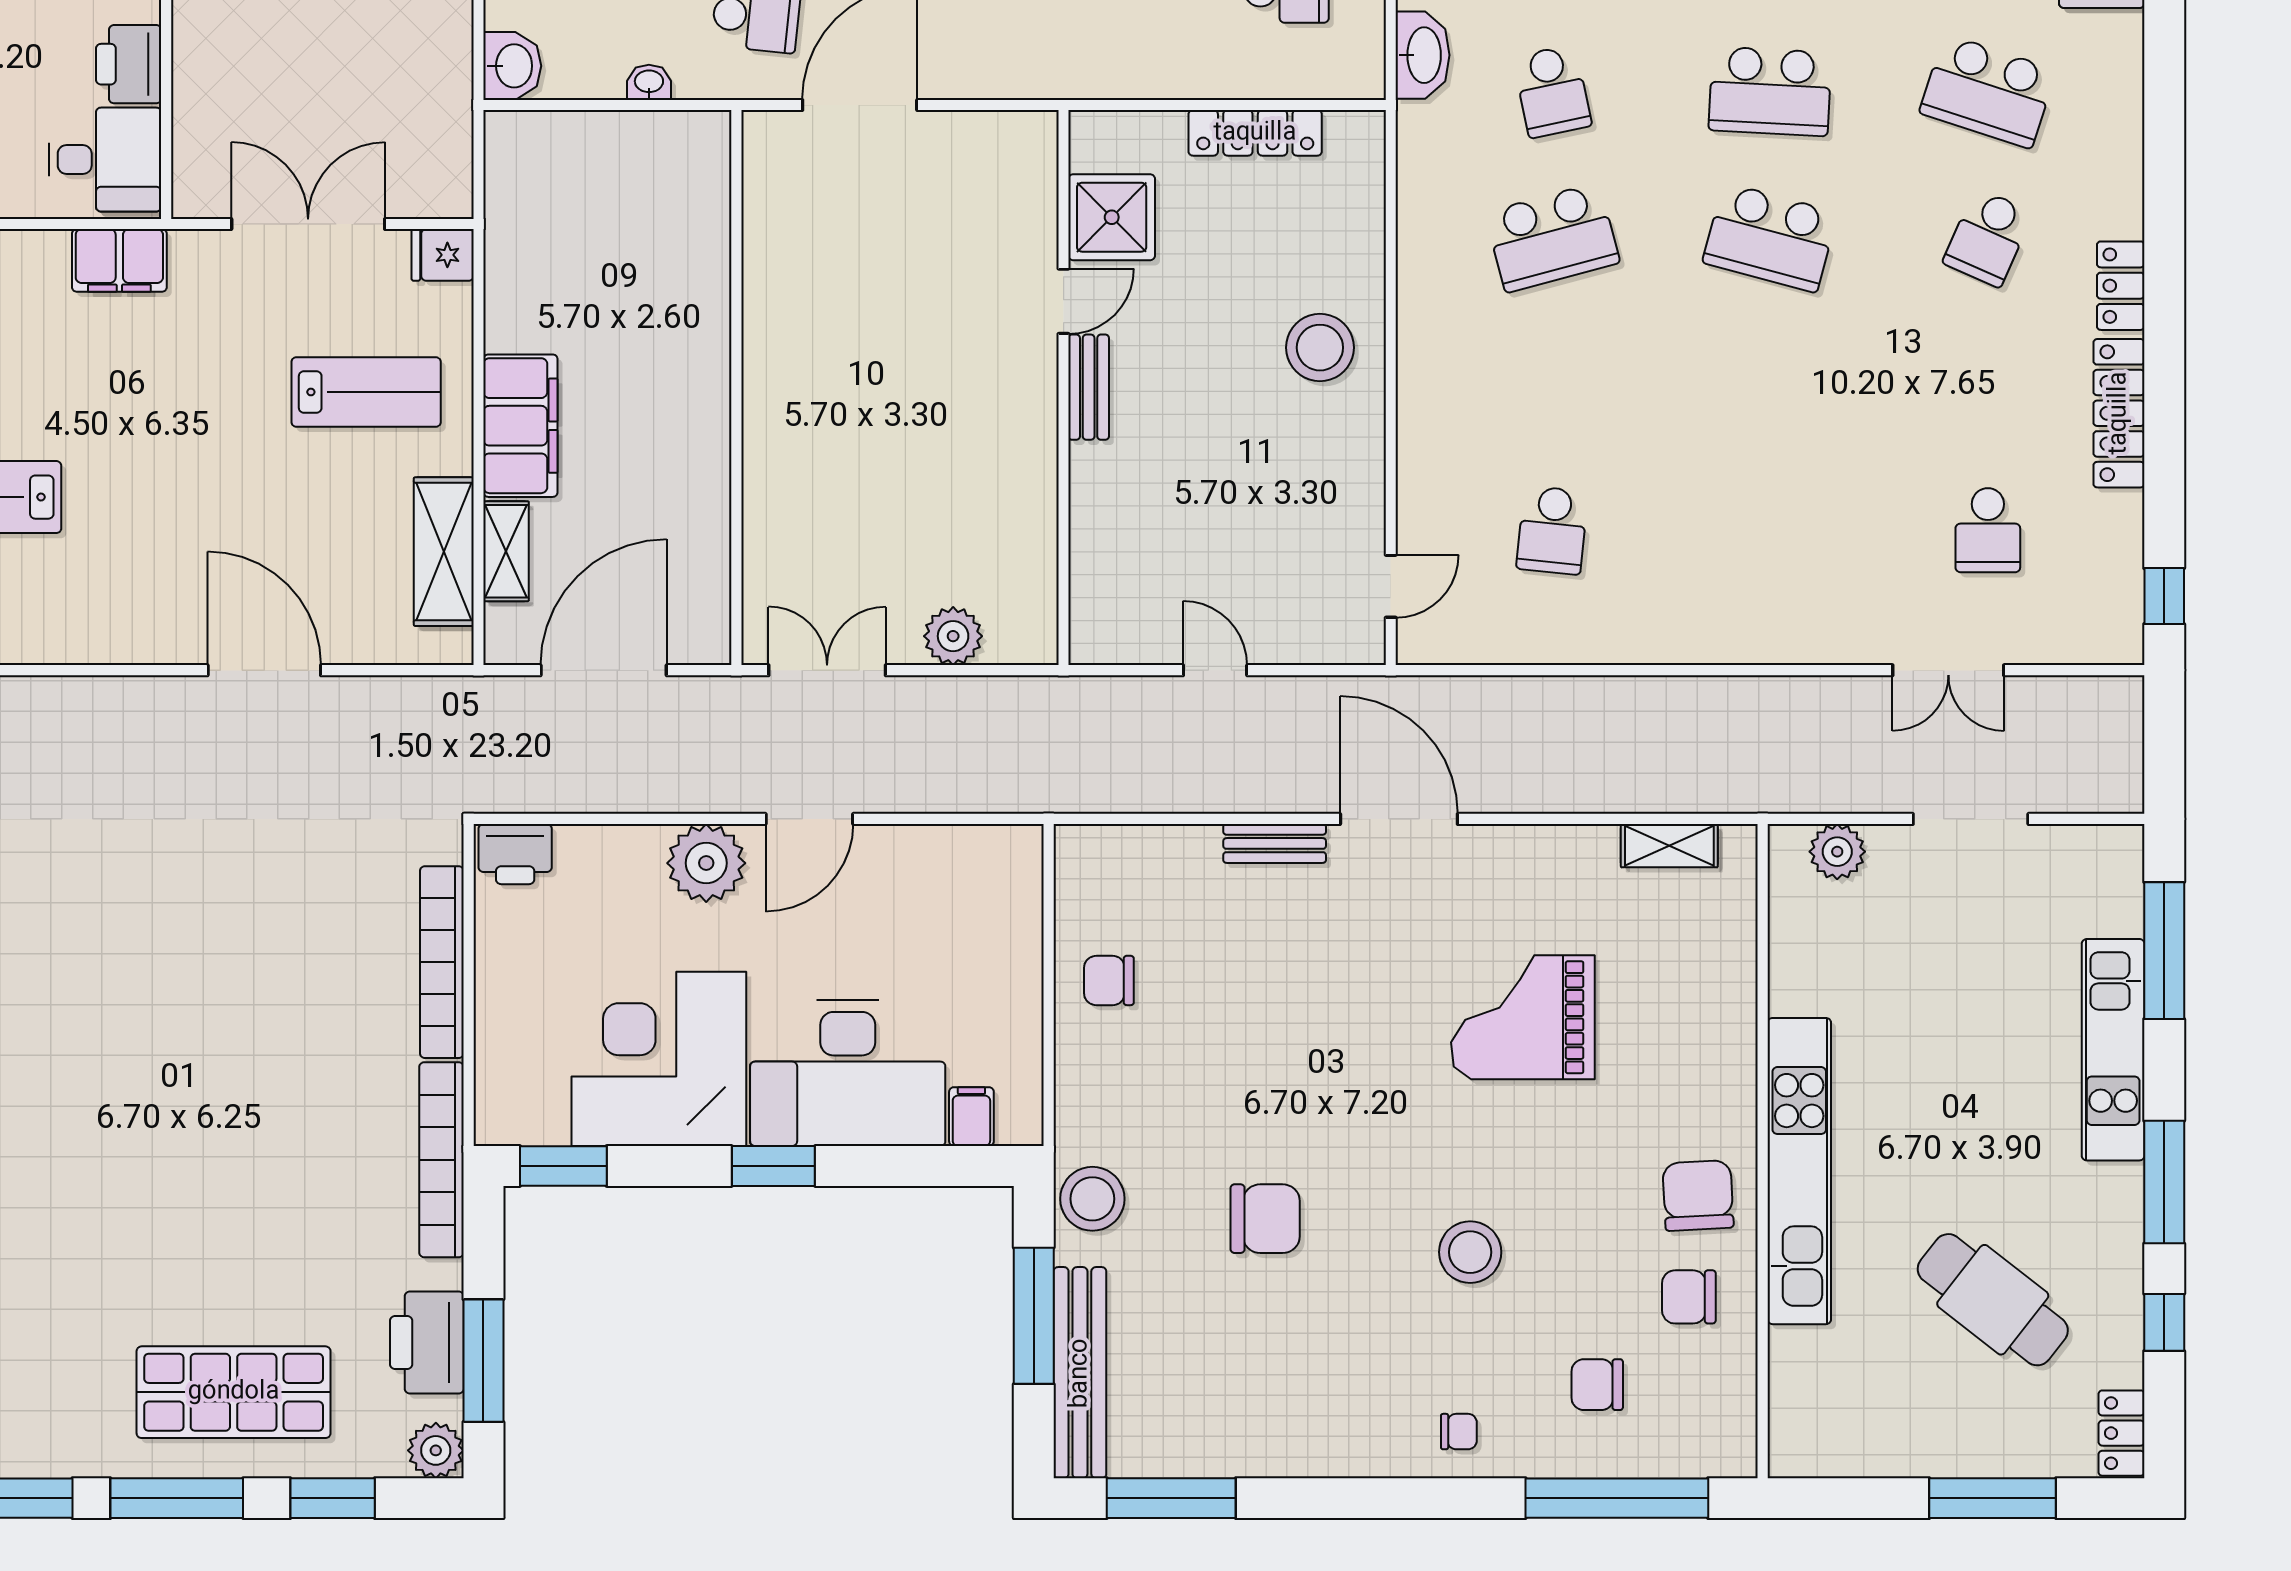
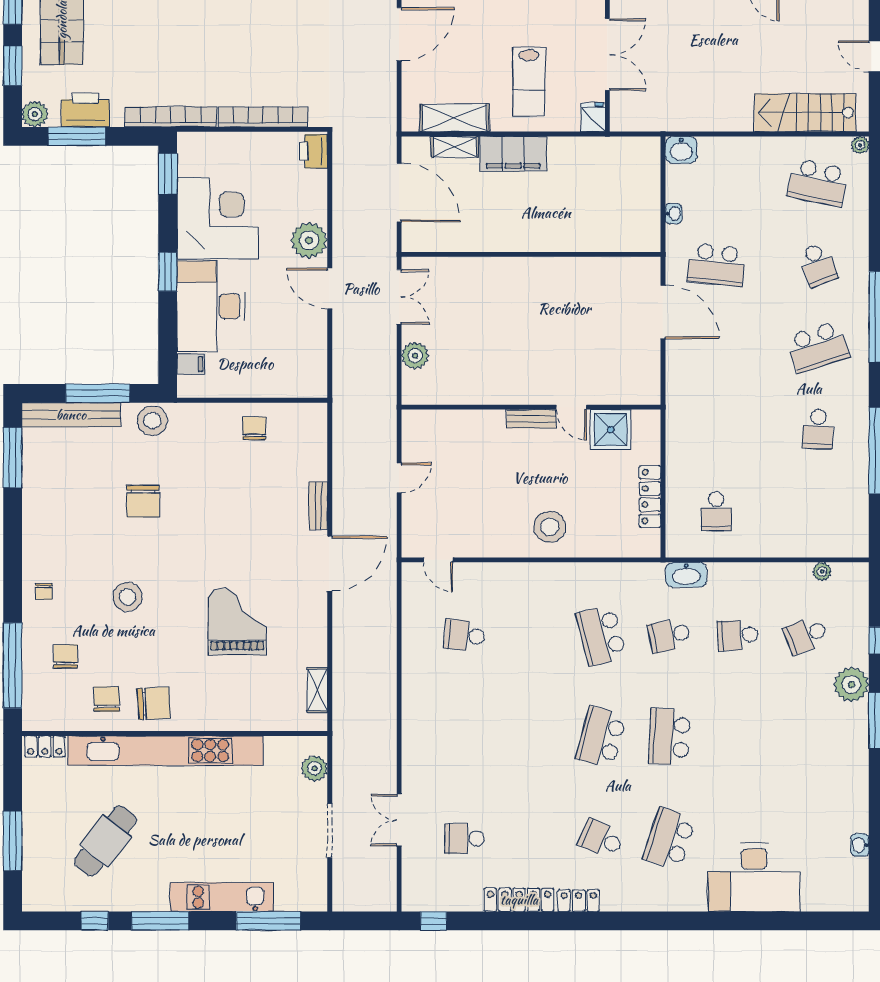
kitchen unit: (1799, 1171) -> (165, 751), width x1.36
locker: (2122, 1433) -> (45, 746), moved, turned 180

